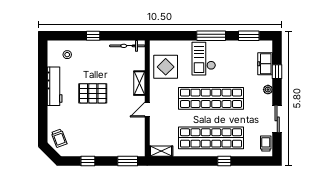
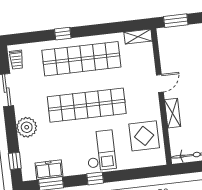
window: (211, 36) -> (95, 178), width x0.46
freezer: (265, 64) -> (49, 170), moved, turned -90
window: (277, 72) -> (15, 161), moved
plant: (268, 90) -> (27, 127), width x1.88, depth x1.88

